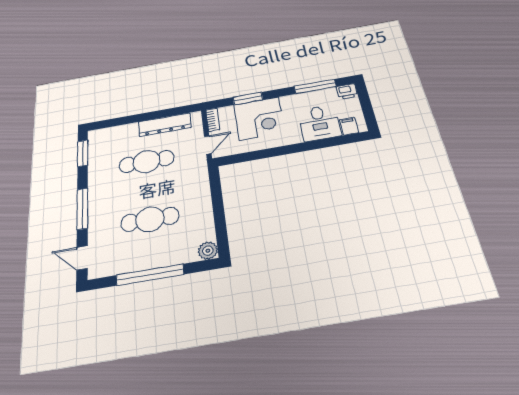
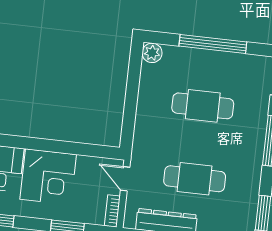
corner desk: (259, 118) -> (48, 177), moved, turned 180
door: (208, 145) -> (125, 179), hinge flipped

